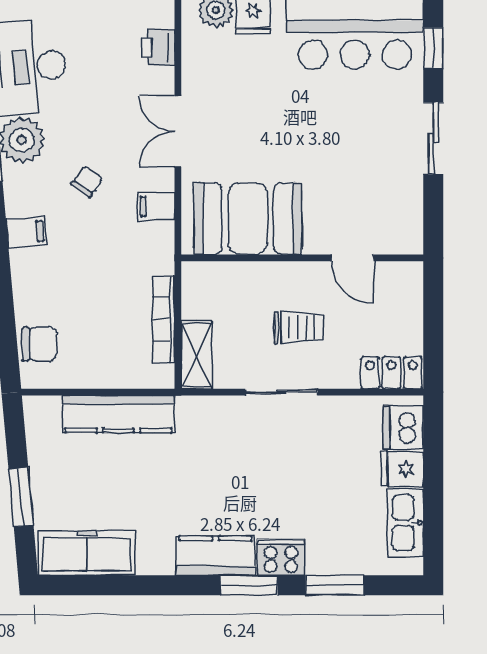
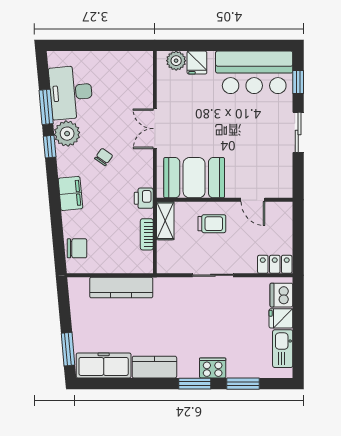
printer: (158, 48) -> (144, 198), moved
filing cabinet: (156, 206) -> (143, 171), removed
filing cabinet: (26, 232) -> (70, 193), width x2.00
bookcase: (164, 319) -> (147, 234), width x0.64
trolley: (299, 327) -> (212, 224), moved
shelving: (197, 355) -> (165, 221), moved
window: (21, 497) -> (68, 349), moved
kitchen counter: (216, 556) -> (154, 367), moved

